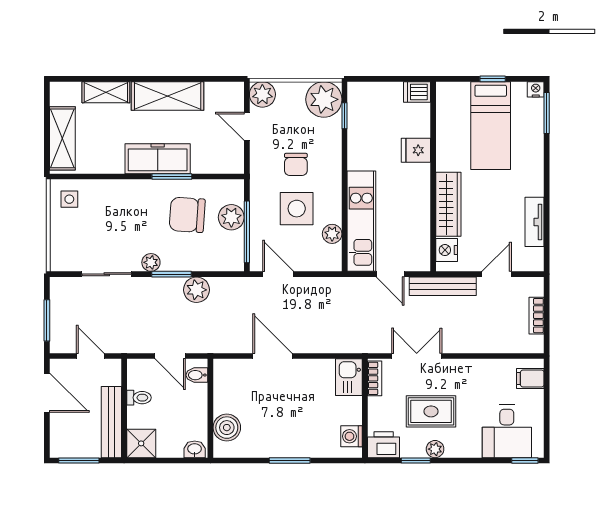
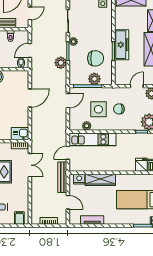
fridge: (416, 150) -> (141, 165), moved
chair: (187, 215) -> (96, 58), turned 86

